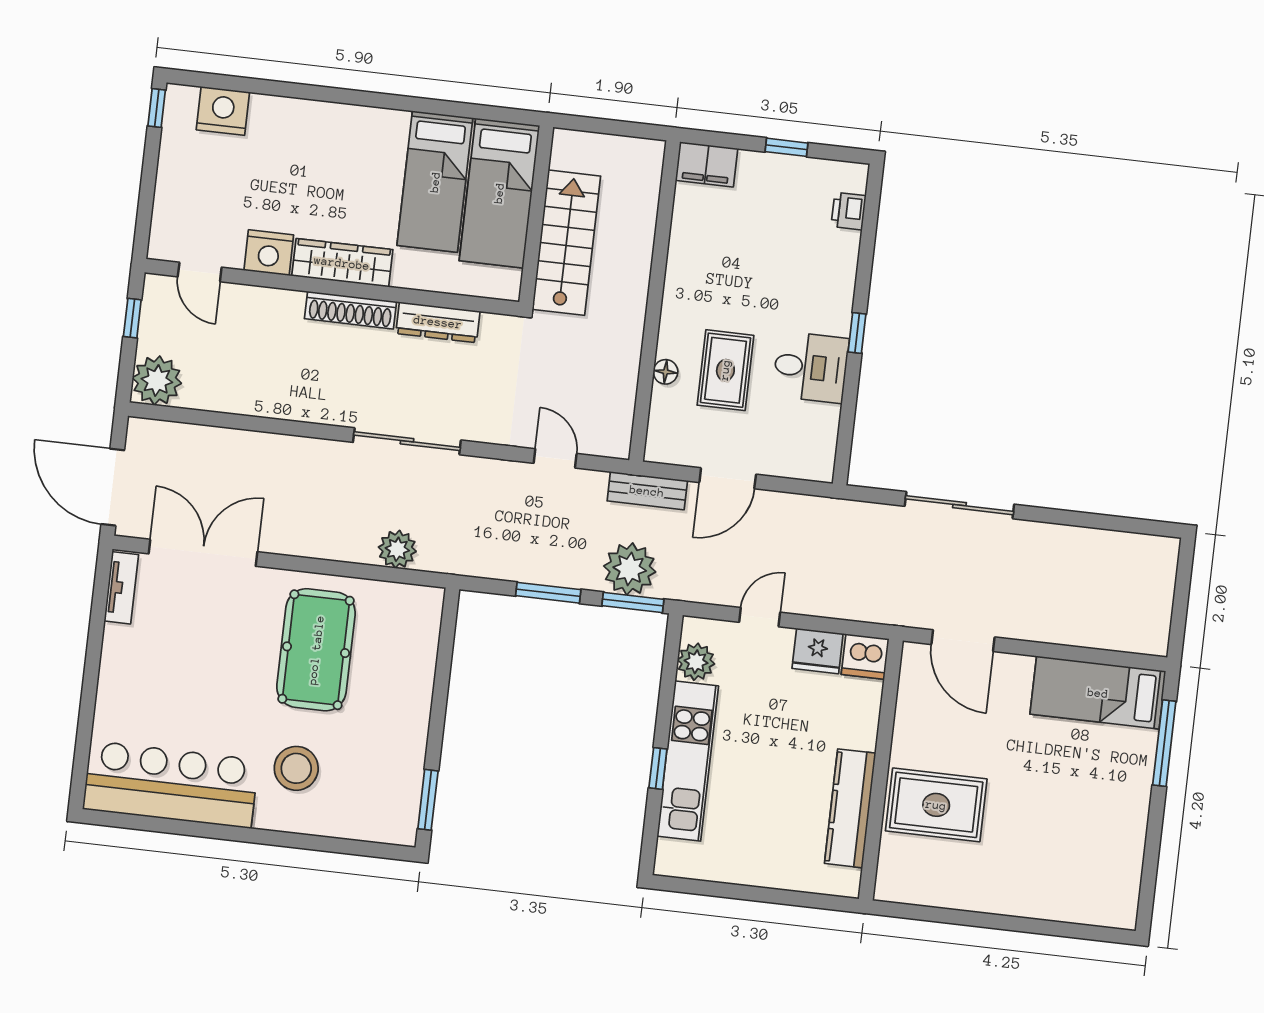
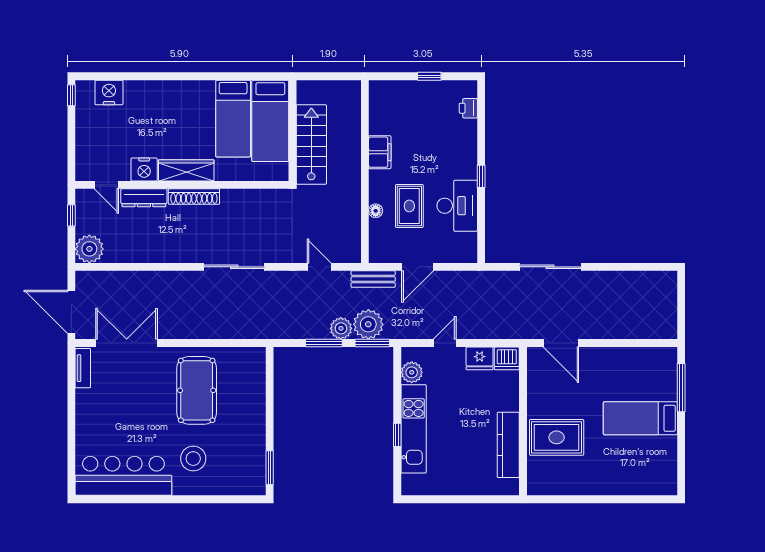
filing cabinet: (707, 164) -> (380, 152), moved, turned -90
dresser: (438, 322) -> (144, 198), moved
desk: (811, 367) -> (457, 206), width x1.37
plant: (397, 549) -> (341, 328), moved
bed: (1098, 693) -> (640, 418), moved

